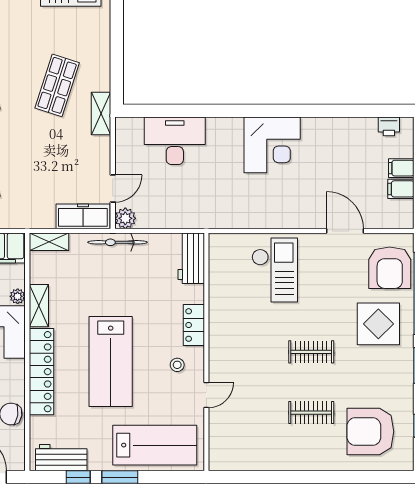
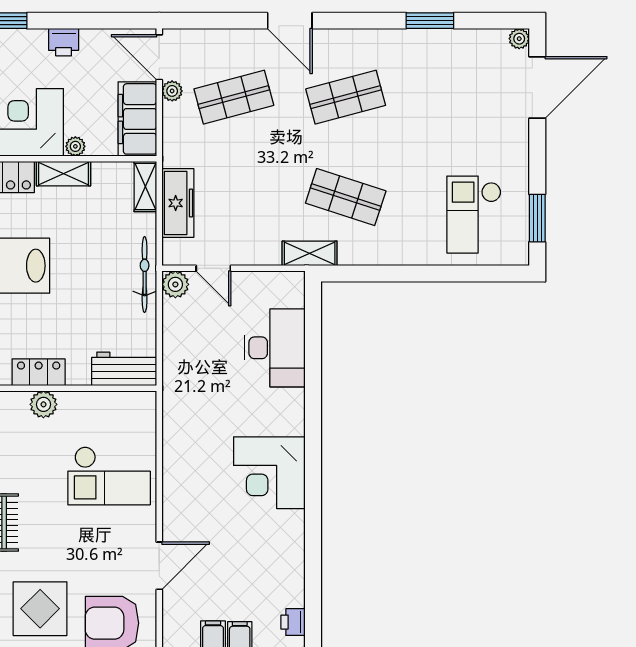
freezer: (83, 216) -> (178, 203), moved
plant: (219, 321) -> (43, 404), added

